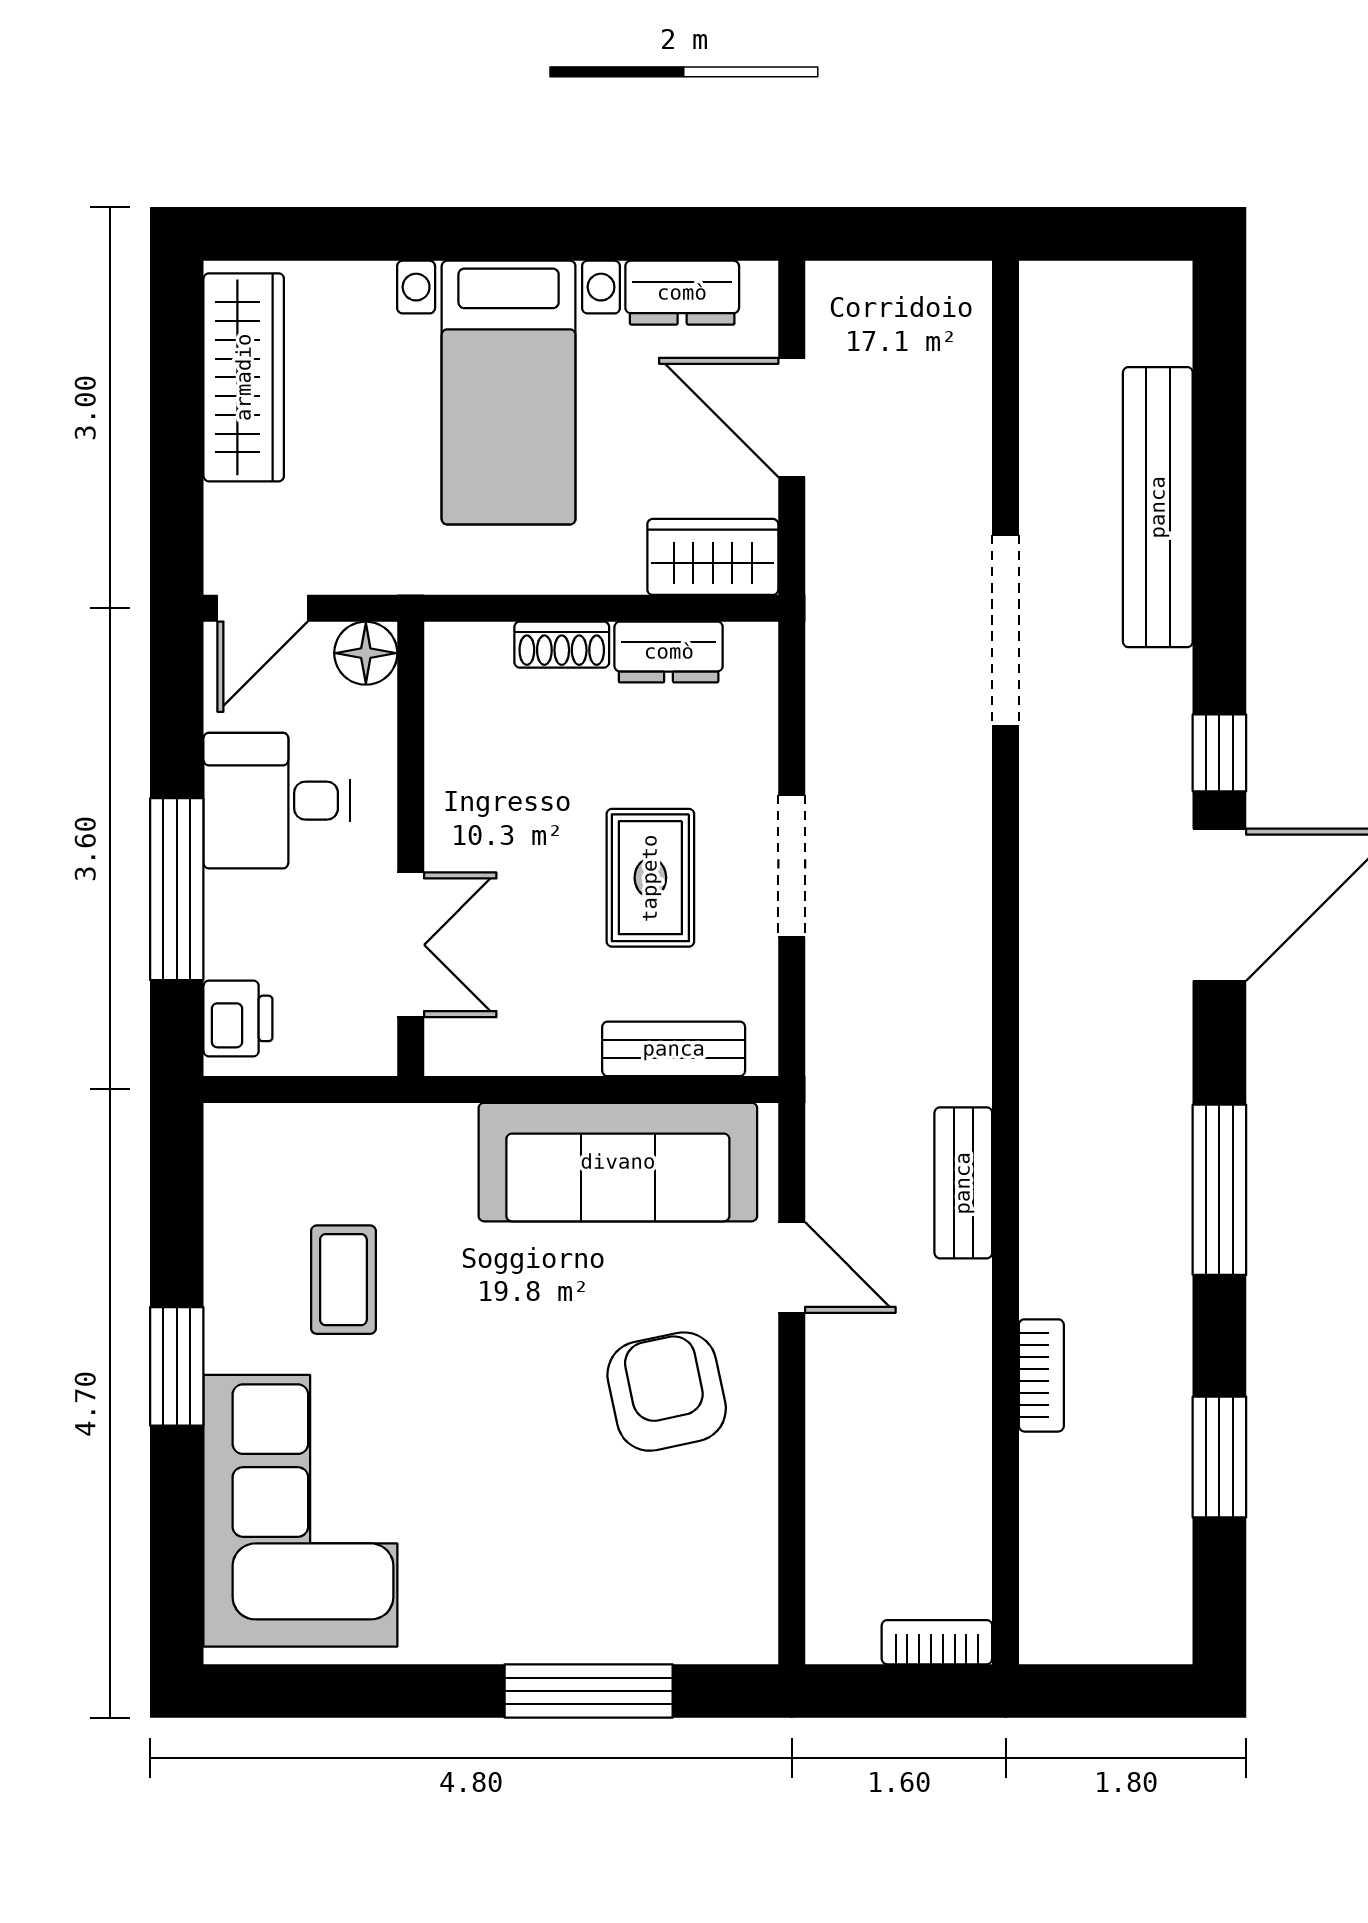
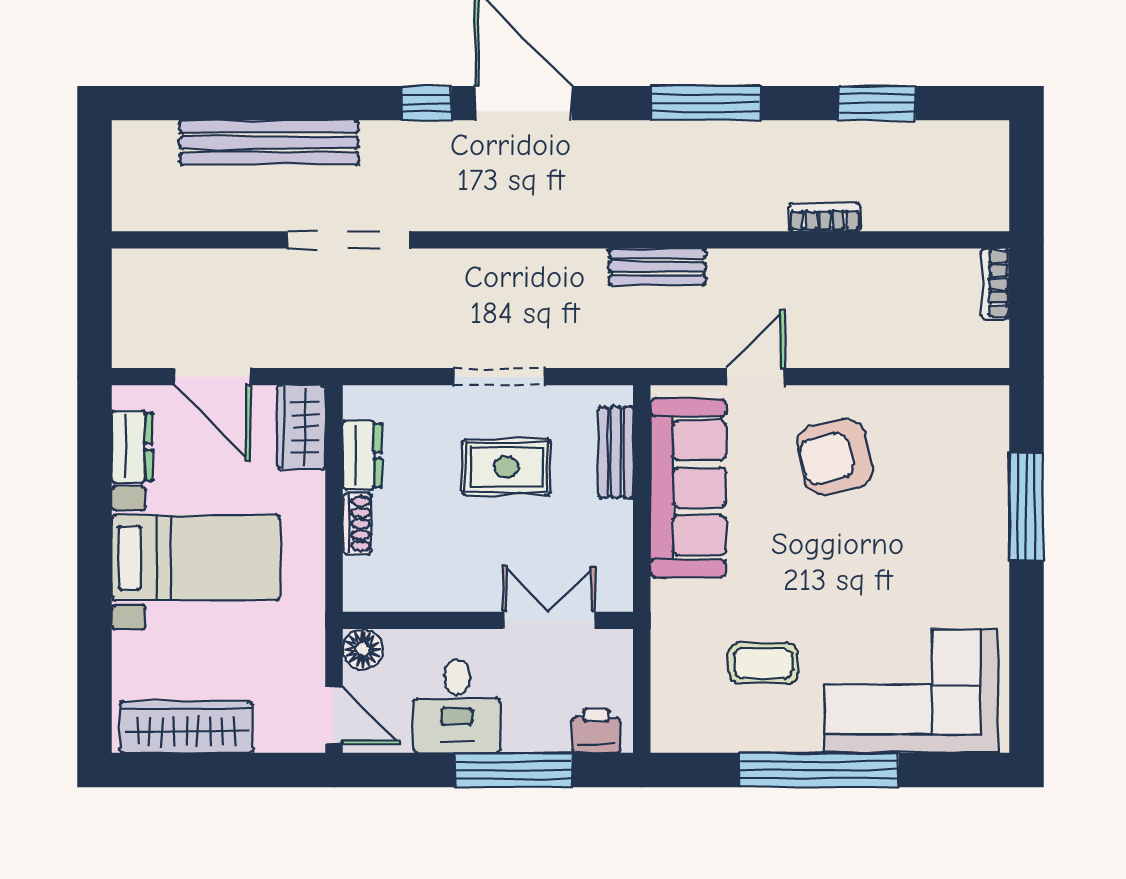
door: (792, 417) -> (212, 377), hinge flipped
bench: (963, 1183) -> (657, 267), moved
window: (177, 1366) -> (819, 770), width x2.11

